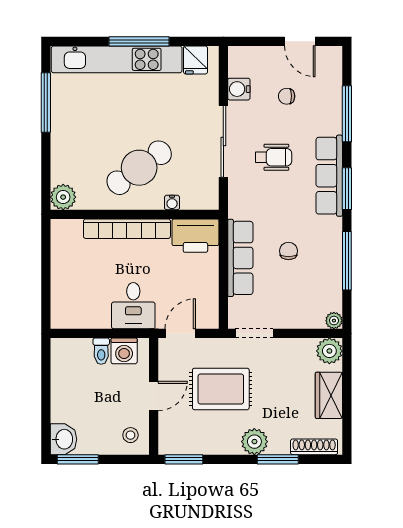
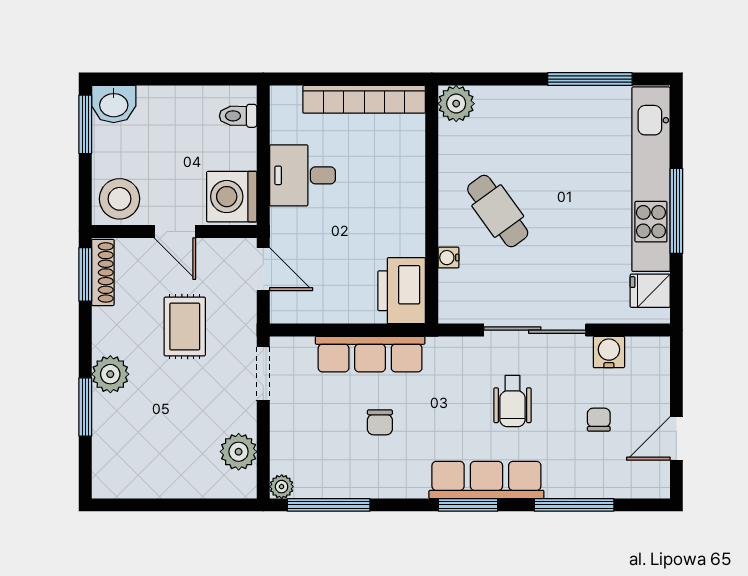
cafe table: (139, 168) -> (498, 211), width x0.73, depth x0.74
bookcase: (127, 229) -> (364, 99), moved, turned -90
chair: (288, 251) -> (380, 422), turned 90
window: (347, 261) -> (329, 505), moved
desk: (133, 306) -> (303, 175), moved
toilet: (101, 351) -> (238, 116), moved
washing machine: (124, 351) -> (232, 197), width x1.37, depth x1.37
plant: (329, 351) -> (239, 452), moved
rug: (221, 389) -> (185, 327), width x0.73, depth x0.70
wardrobe: (329, 395) -> (176, 479), removed
stool: (130, 435) -> (120, 199), width x1.89, depth x1.89
shoe rack: (314, 447) -> (103, 272), moved

